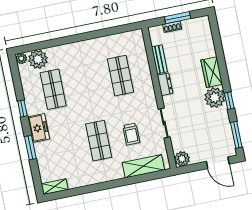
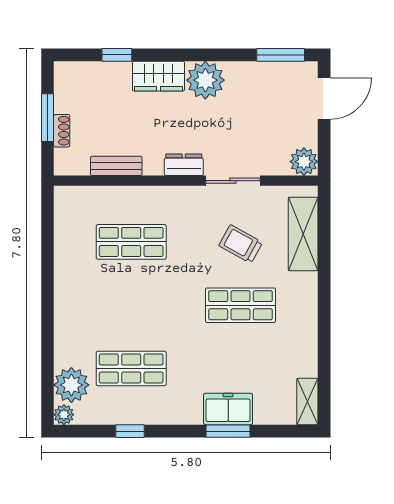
dresser: (165, 84) -> (184, 165), moved
window: (229, 101) -> (117, 55), moved
window: (22, 108) -> (130, 431), moved
freezer: (39, 128) -> (228, 409), moved
trolley: (131, 134) -> (241, 244), turned -151

